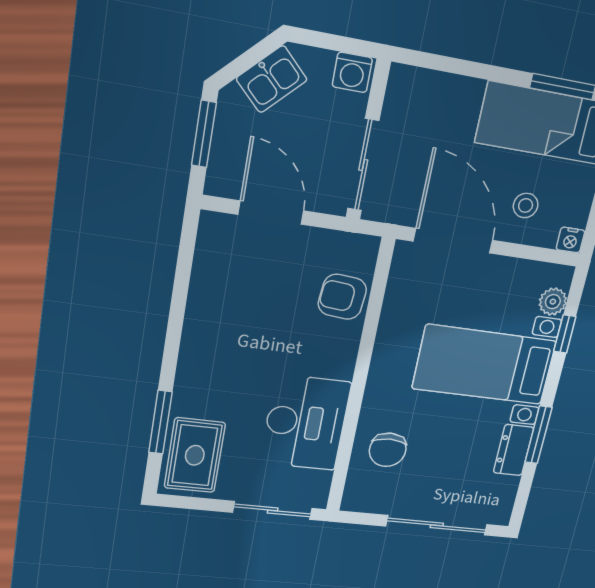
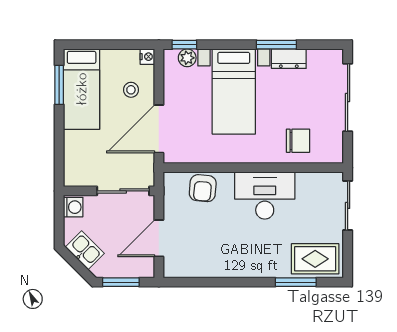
window: (565, 334) -> (184, 45), moved
desk: (306, 423) -> (265, 195), moved

